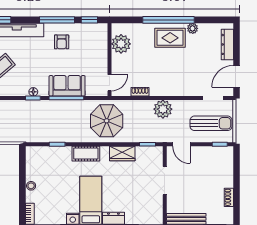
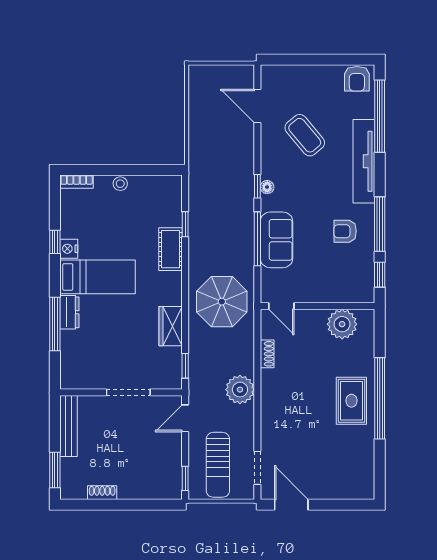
plant: (193, 28) -> (366, 436), removed
dresser: (227, 44) -> (341, 490), removed
cot: (86, 154) -> (171, 249), moved

